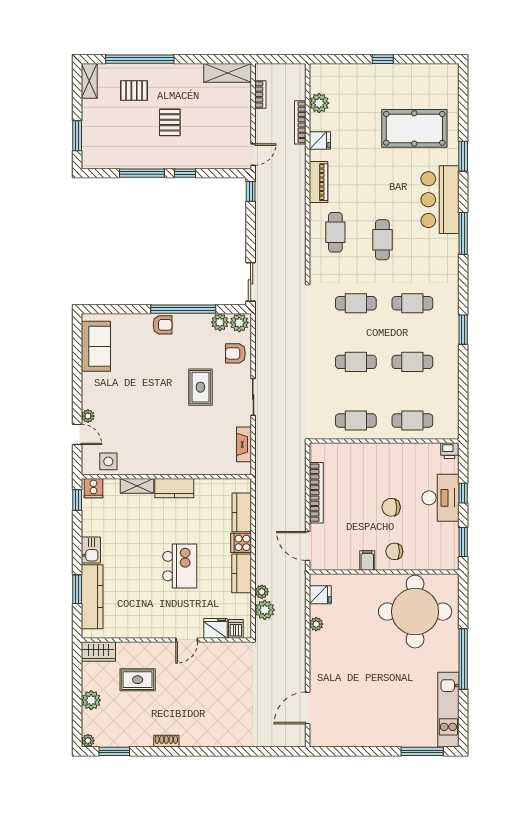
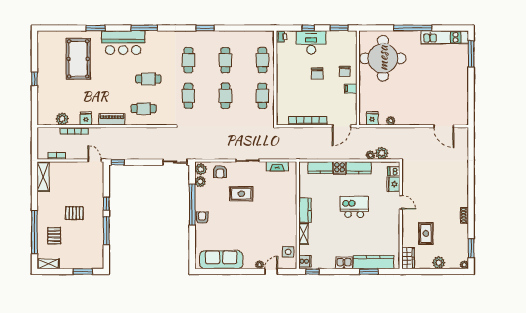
sofa: (96, 346) -> (221, 260), width x1.36

